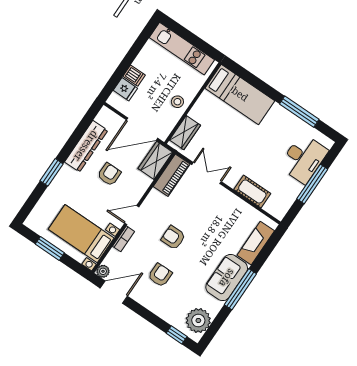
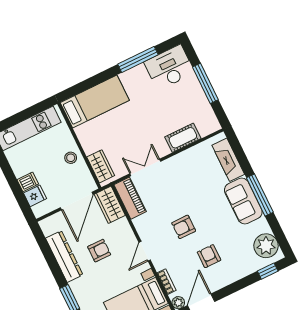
desk: (303, 159) -> (169, 67), moved, turned -90
armchair: (109, 174) -> (99, 251), turned 90
bookcase: (123, 239) -> (167, 282), moved

